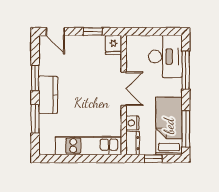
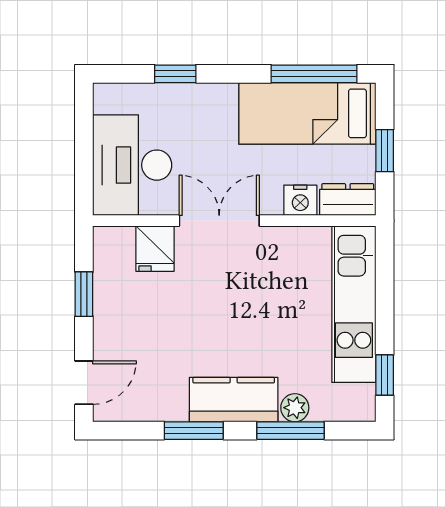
fridge: (113, 45) -> (155, 249), moved, turned 90
desk: (165, 57) -> (132, 165), moved, turned -90
window: (186, 70) -> (175, 74), width x0.46
plant: (45, 121) -> (295, 408), added
window: (59, 159) -> (385, 375), added

